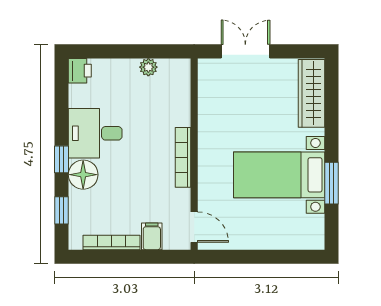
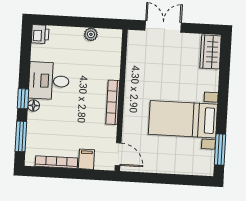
wardrobe: (311, 93) -> (211, 52), width x0.67
floor lamp: (83, 175) -> (34, 106), width x0.53, depth x0.53
window: (331, 183) -> (220, 149), moved
window: (62, 210) -> (21, 136), width x1.50

